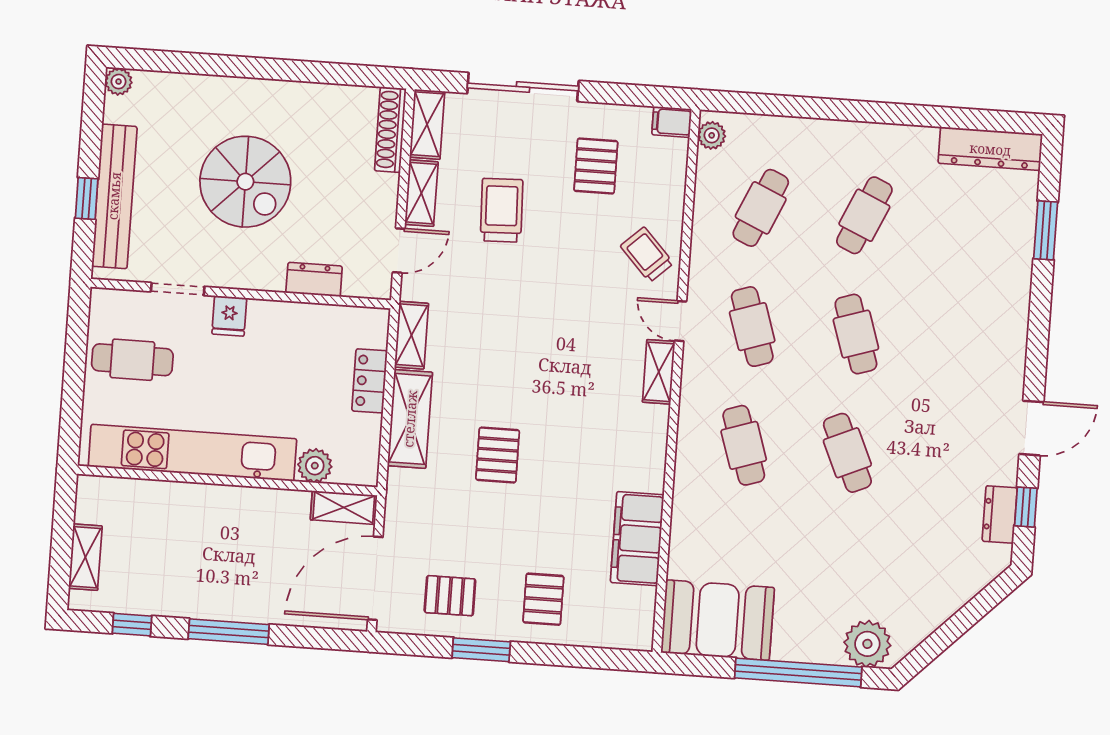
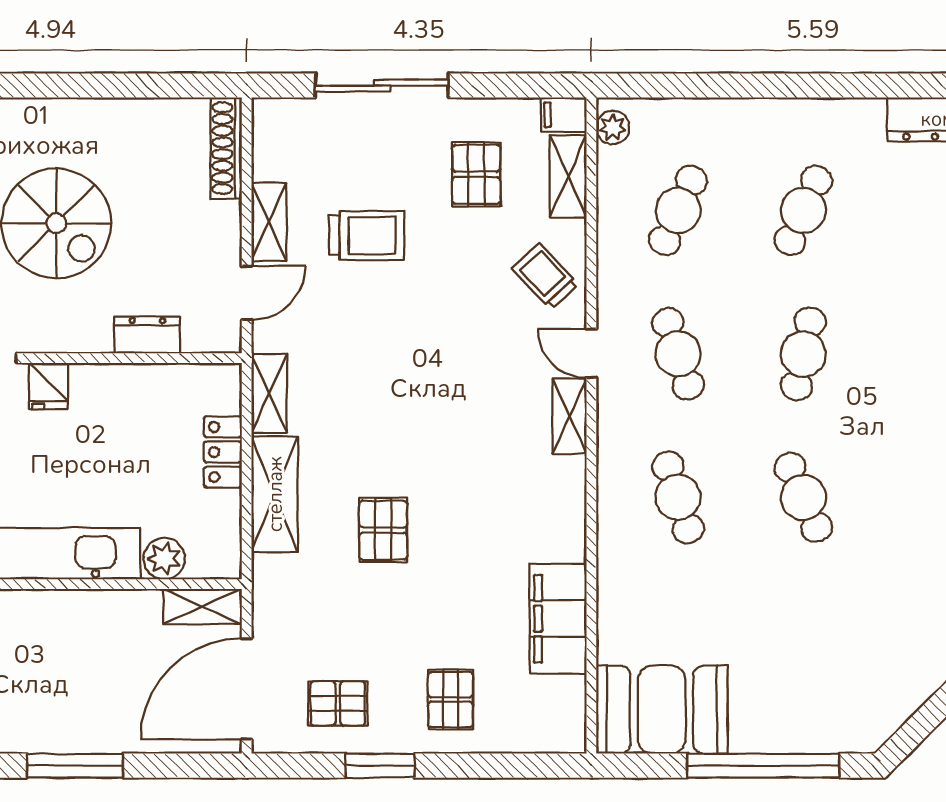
shelving: (427, 124) -> (568, 176), moved
trolley: (502, 210) -> (367, 236), turned 92
cafe table: (856, 334) -> (803, 354), turned 30
plant: (867, 644) -> (844, 725), removed

